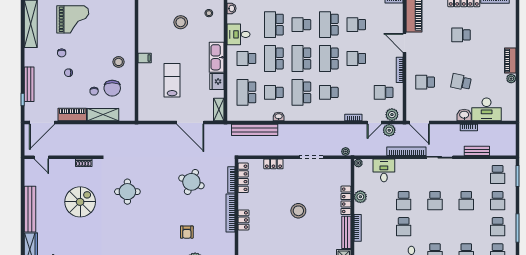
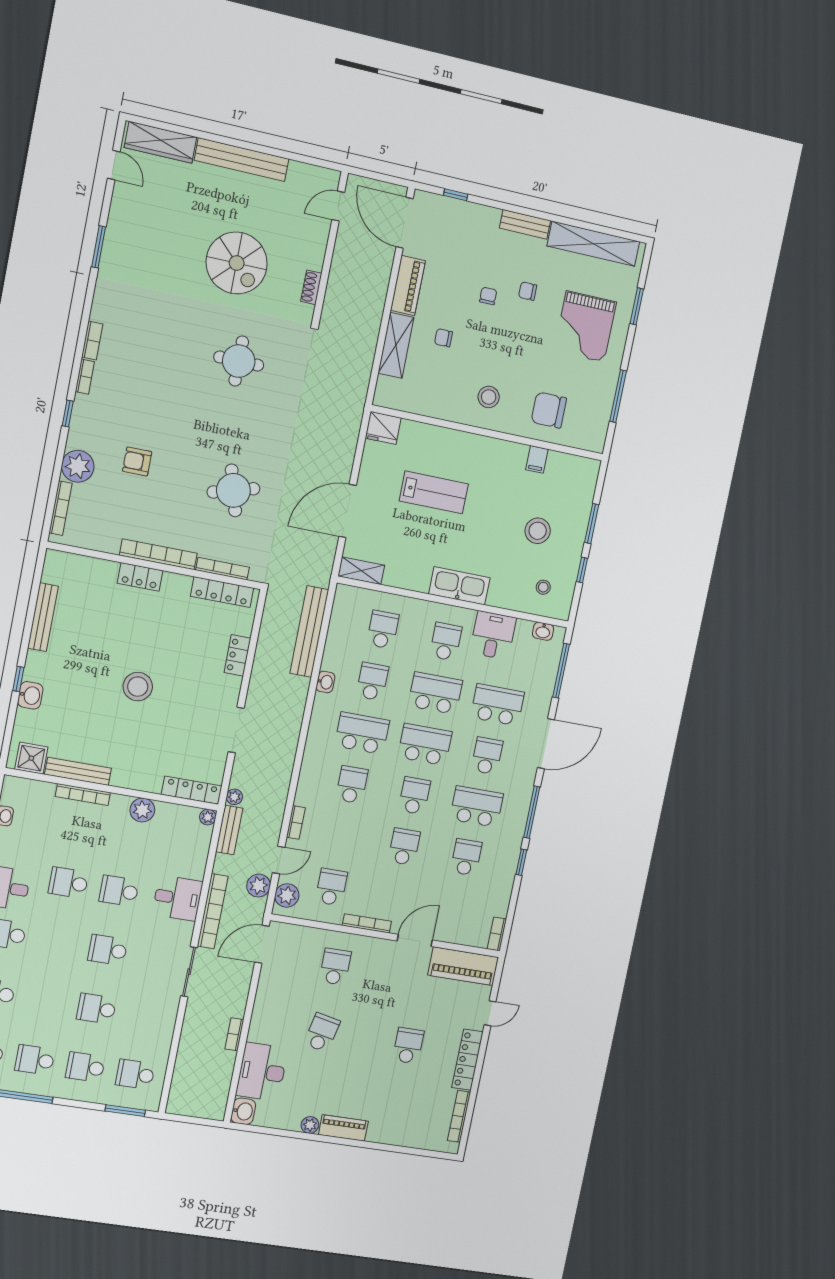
filing cabinet: (145, 58) -> (537, 459), moved
school desk: (329, 58) -> (415, 796), width x0.54
fridge: (217, 81) -> (383, 428), moved, turned 180
bench: (29, 84) -> (525, 224), moved, width x0.73
chair: (112, 88) -> (549, 410), moved
school desk: (246, 92) -> (383, 630), width x0.54
washbasin: (464, 115) -> (243, 1111), moved
door: (374, 123) -> (279, 860), swing flipped
bench: (477, 151) -> (229, 830), moved
desk: (384, 170) -> (178, 898), moved
round table: (191, 182) -> (233, 490), turned -38
locker: (346, 200) -> (192, 790), moved

